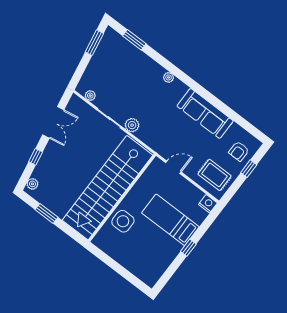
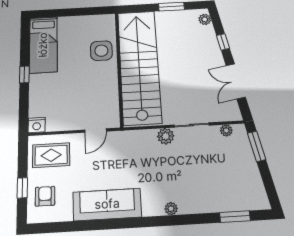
window: (94, 43) -> (257, 146), moved
bed: (170, 220) -> (43, 45), moved, turned 90

